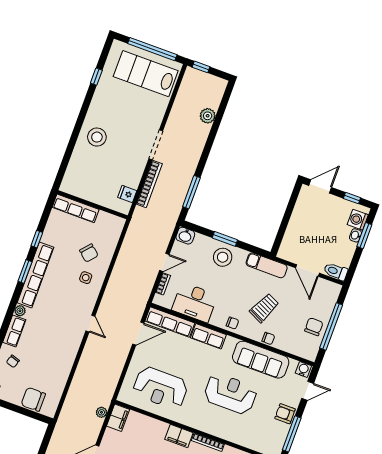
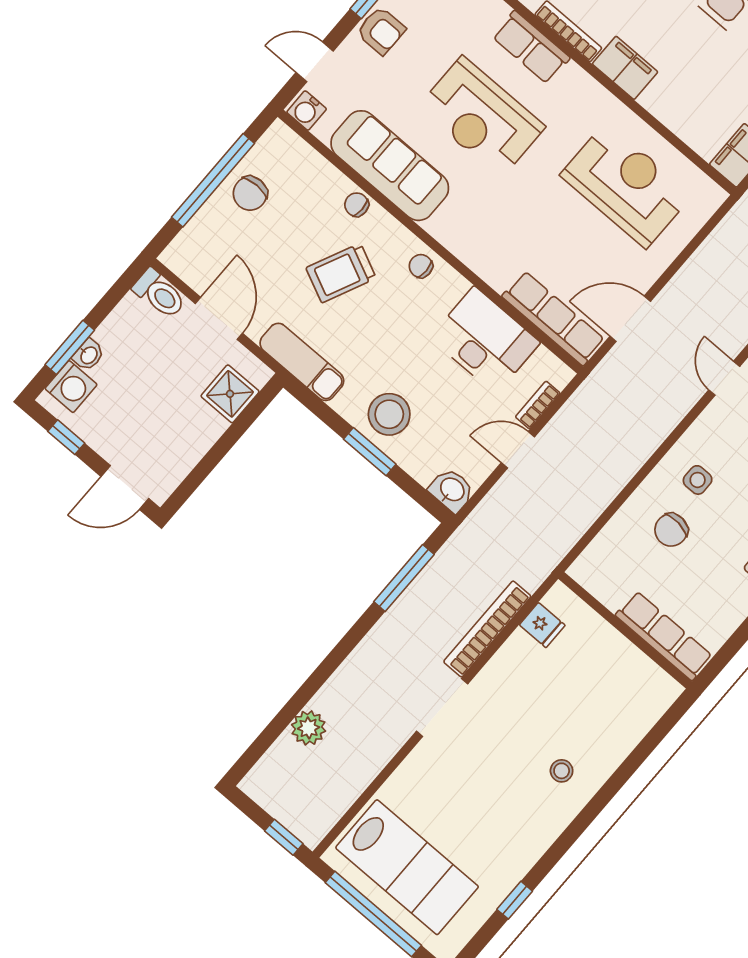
stool: (97, 137) -> (562, 771), width x0.53, depth x0.53
shower: (291, 241) -> (230, 394), added
chair: (89, 253) -> (671, 530), turned -125
row of seats: (208, 336) -> (531, 47), moved, turned 180

